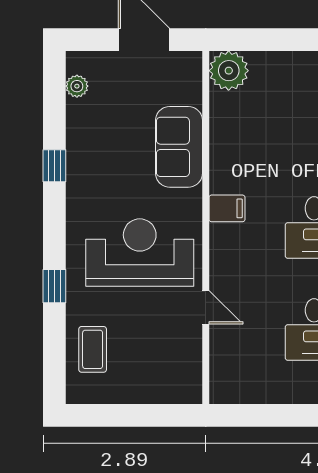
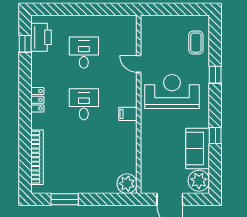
plant: (77, 86) -> (199, 181), width x1.88, depth x1.88
sofa: (179, 147) -> (198, 148), moved, turned 180
reception desk: (140, 253) -> (172, 92), turned 180

